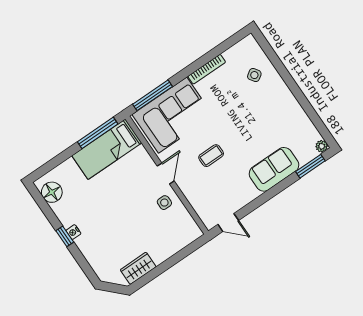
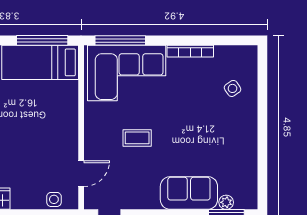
plant: (322, 146) -> (226, 202), moved
door: (166, 173) -> (81, 174), moved
side table: (164, 203) -> (54, 199), moved

